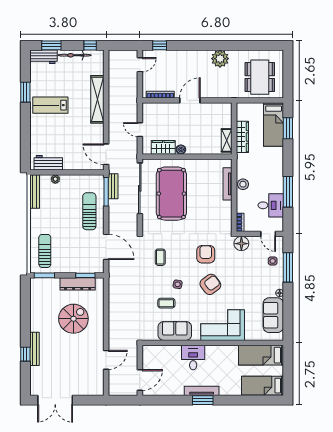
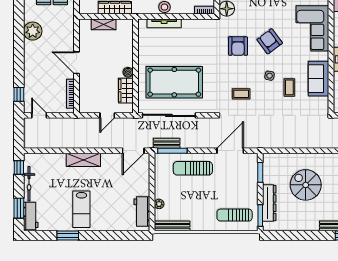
shelving: (97, 99) -> (83, 160), width x0.68
shelving: (227, 140) -> (104, 24), moved
armchair: (206, 254) -> (238, 46), turned -90
dresser: (78, 284) -> (269, 203), moved

